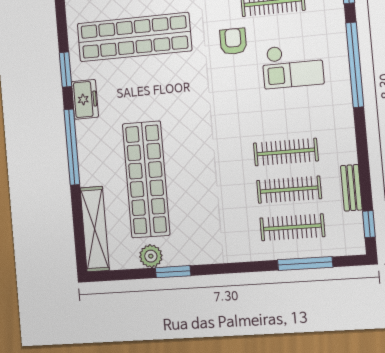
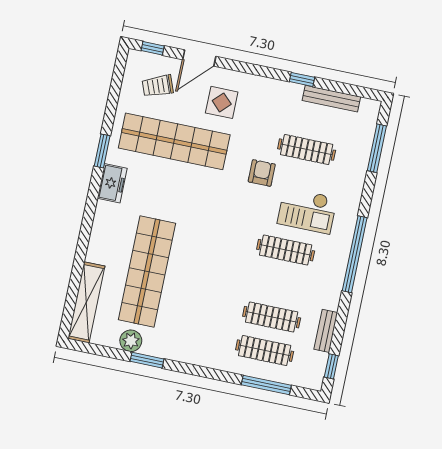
window: (355, 65) -> (355, 254), moved
window: (72, 147) -> (87, 223), removed
clothes rail: (286, 152) -> (286, 250), moved

